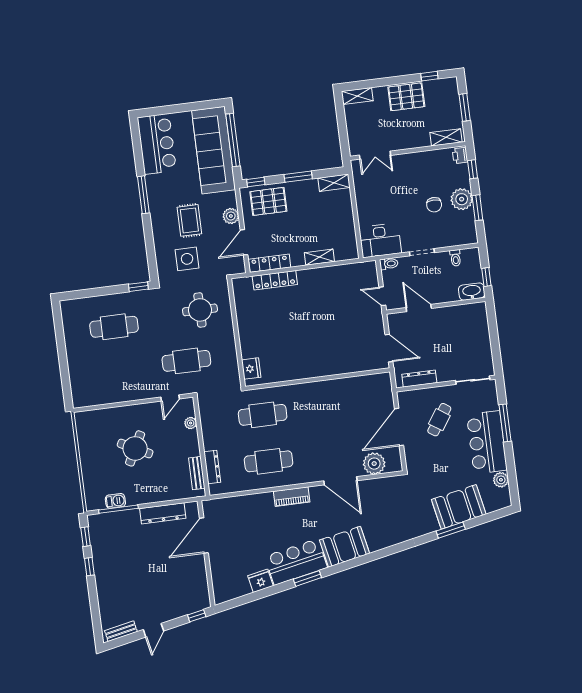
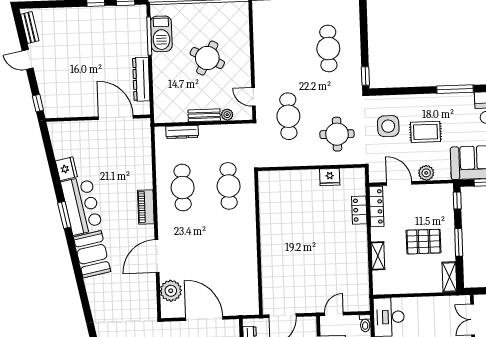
pallet: (268, 201) -> (424, 242), moved, turned 90
locker: (275, 280) -> (359, 210), width x0.66
fridge: (251, 369) -> (330, 177), moved
bench: (197, 473) -> (204, 115), moved
barbecue: (115, 501) -> (161, 34), width x1.88, depth x1.53

